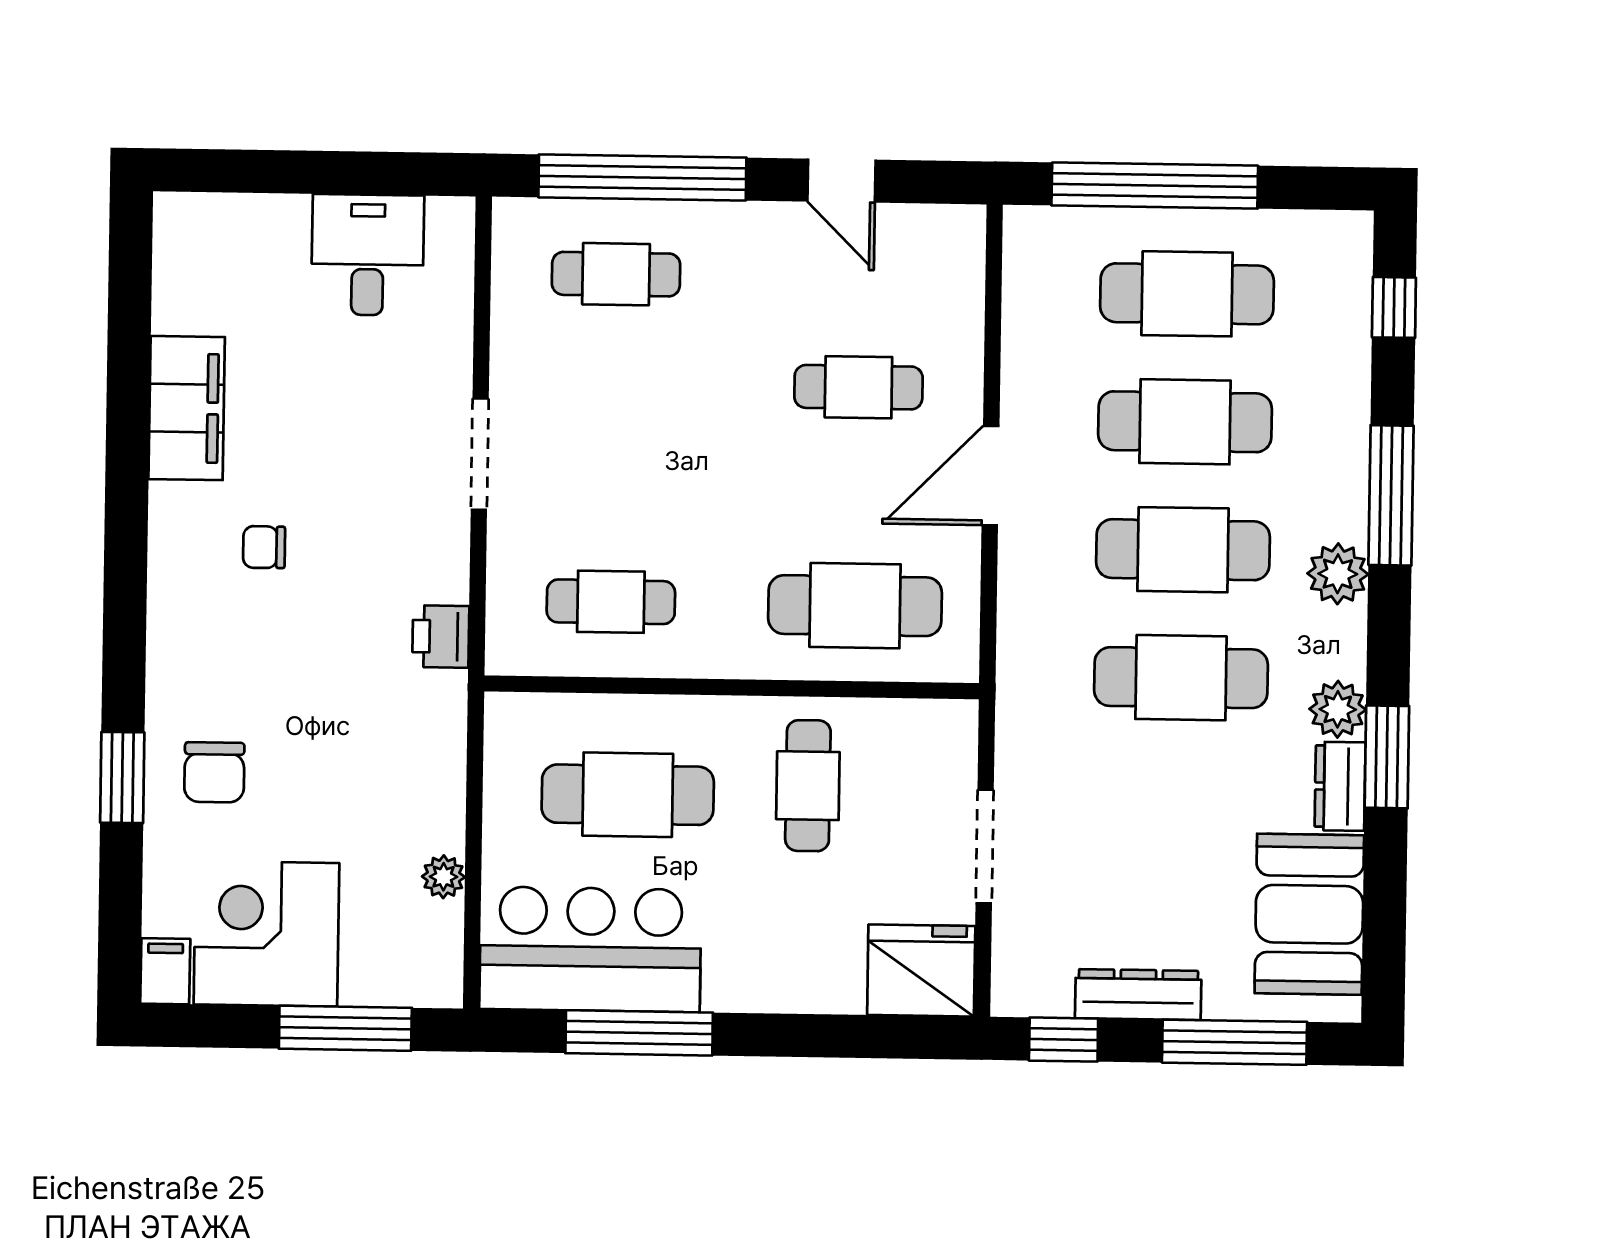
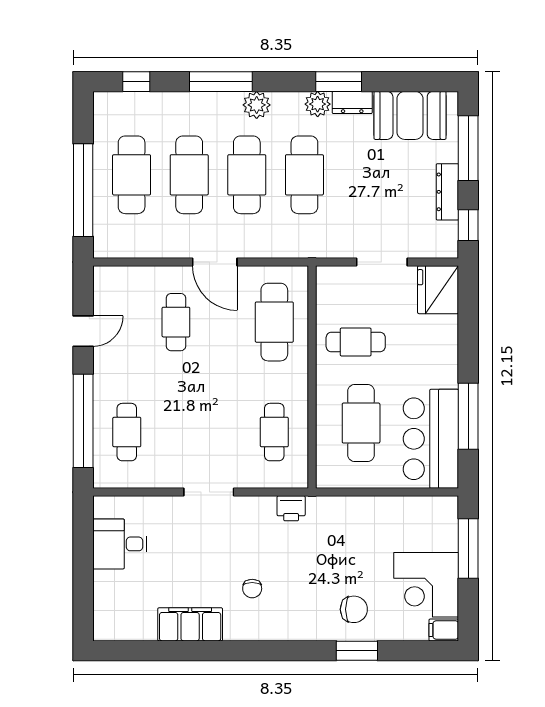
plant: (443, 877) -> (399, 505), removed

